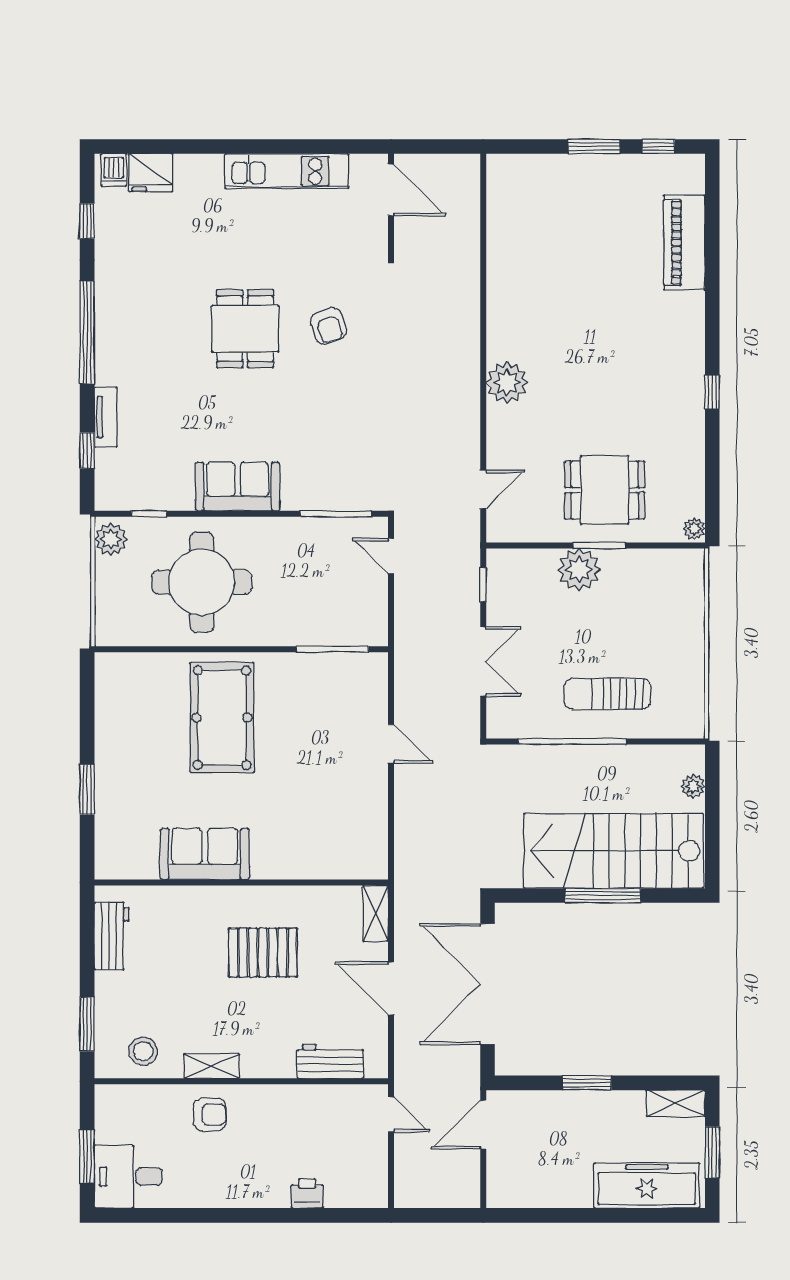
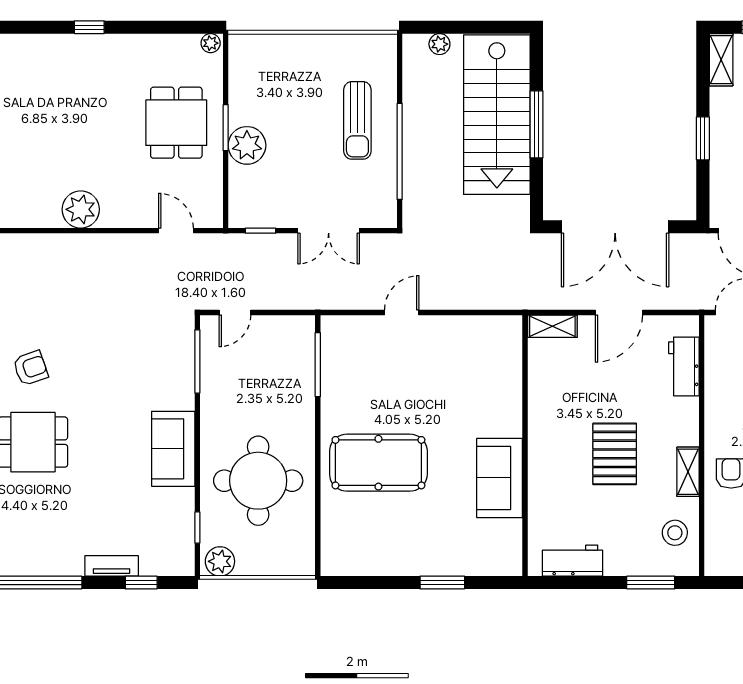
double door: (483, 661) -> (329, 231), swing flipped
pallet: (263, 953) -> (615, 454), moved

